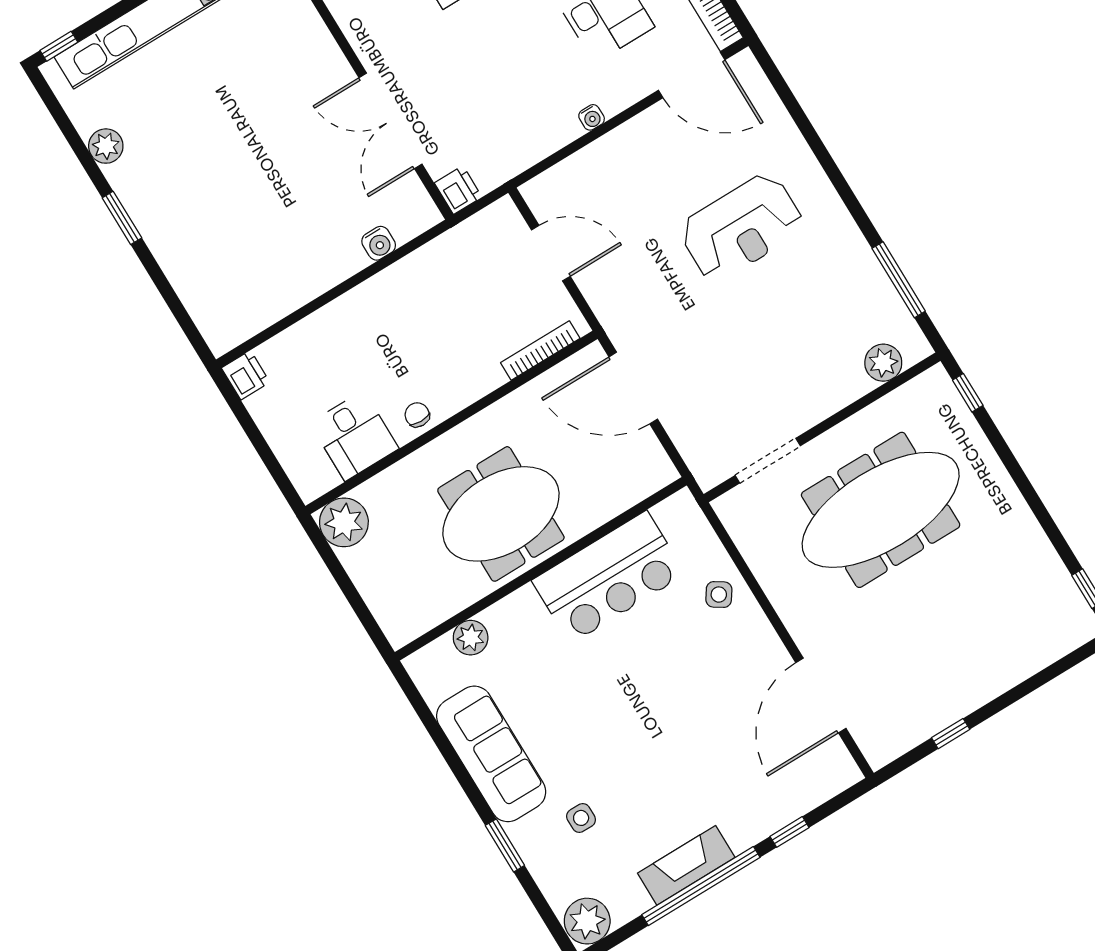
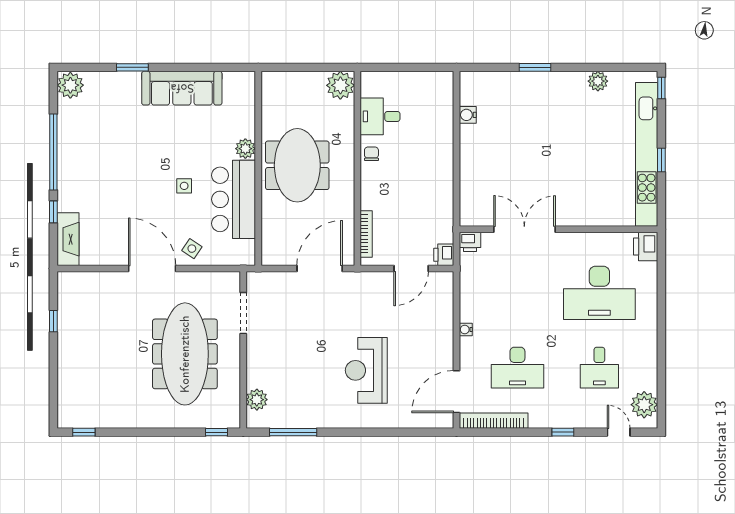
window: (122, 218) -> (535, 67), moved
water cooler: (379, 243) -> (468, 115), moved
printer: (246, 375) -> (444, 255), moved, turned 90
chair: (417, 415) -> (371, 154), turned -90
plant: (471, 638) -> (245, 149), moved
door: (821, 696) -> (152, 269), moved
side table: (581, 818) -> (184, 186), moved
fireplace: (686, 865) -> (68, 239), moved

